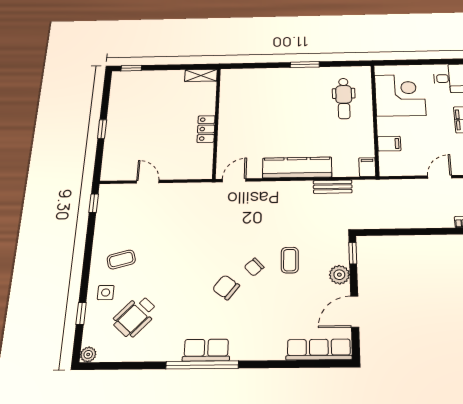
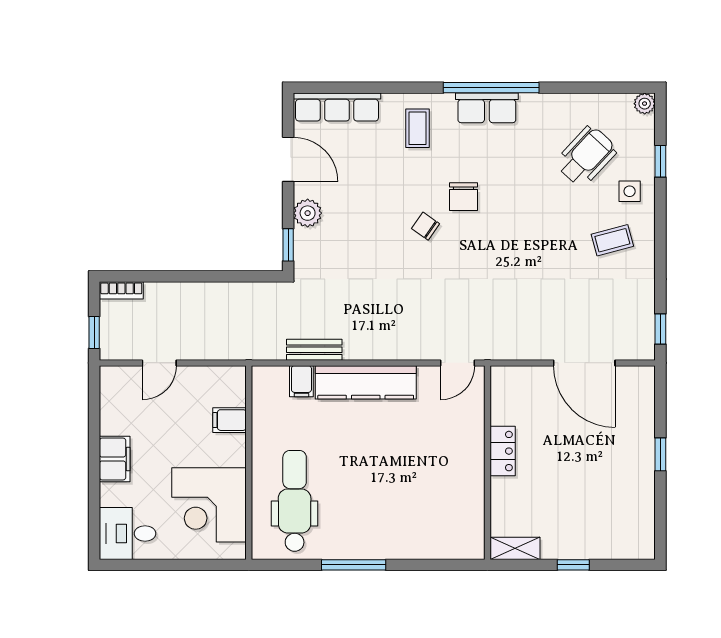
window: (305, 65) -> (354, 565), width x1.44
window: (131, 68) -> (573, 565), moved
dental chair: (344, 98) -> (295, 501), width x1.36, depth x1.38
filing cabinet: (367, 167) -> (301, 381), moved
door: (148, 182) -> (584, 363), width x1.88
coffee table: (290, 260) -> (417, 128), moved
chair: (254, 267) -> (426, 226), turned -103
chair: (226, 287) -> (464, 197), turned 53
door: (355, 312) -> (288, 159), hinge flipped

